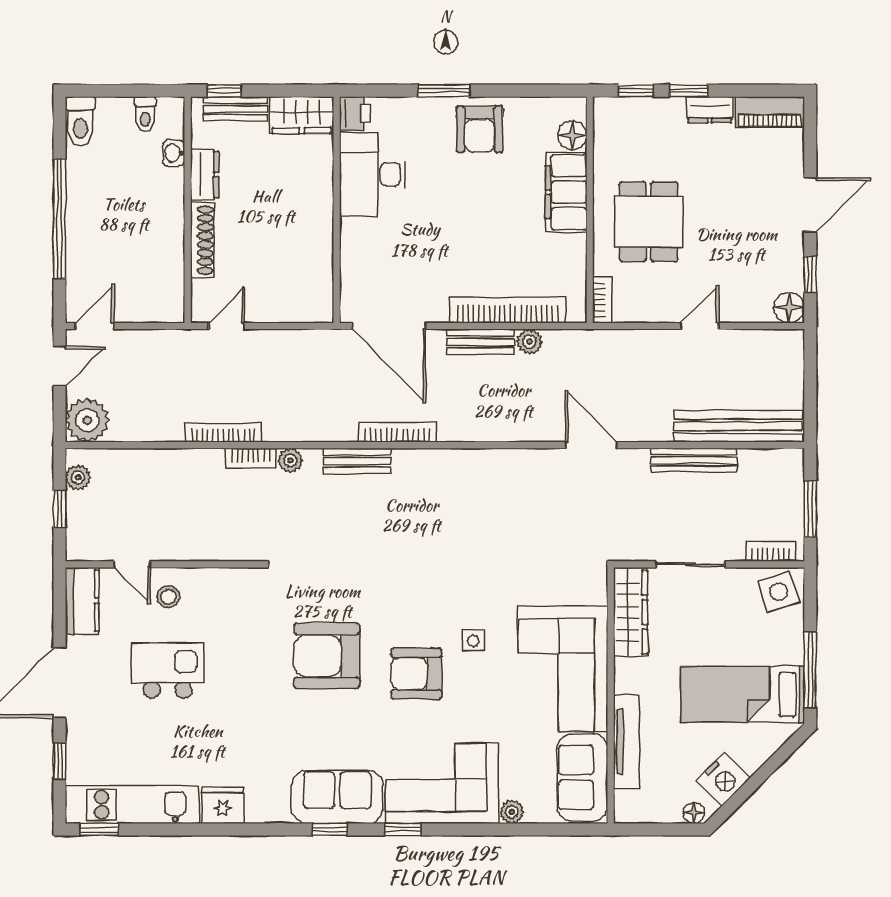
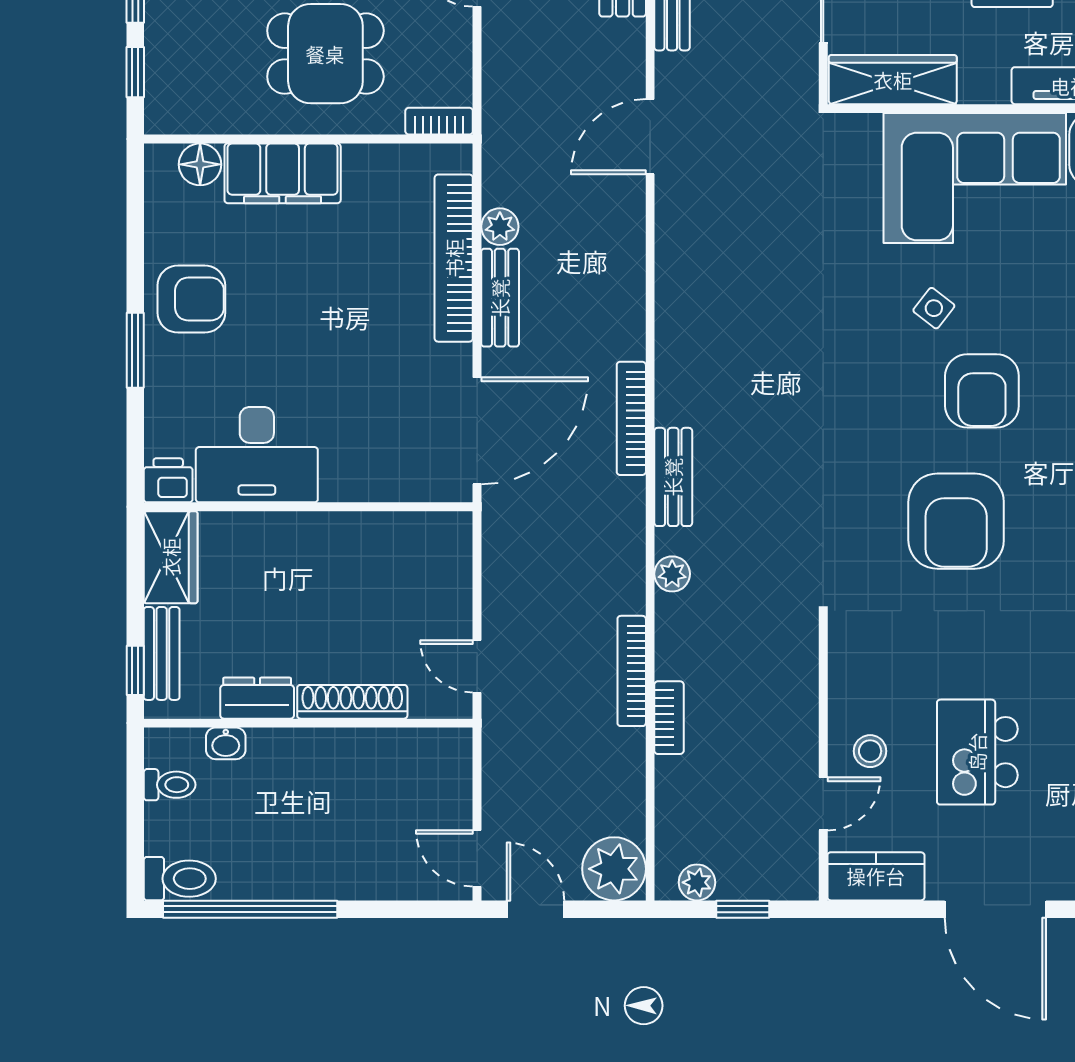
window: (60, 219) -> (250, 909), moved
bookcase: (251, 458) -> (669, 718), moved
side table: (473, 641) -> (934, 308), turned 38

